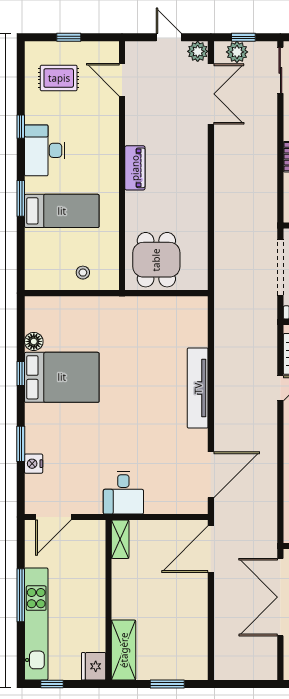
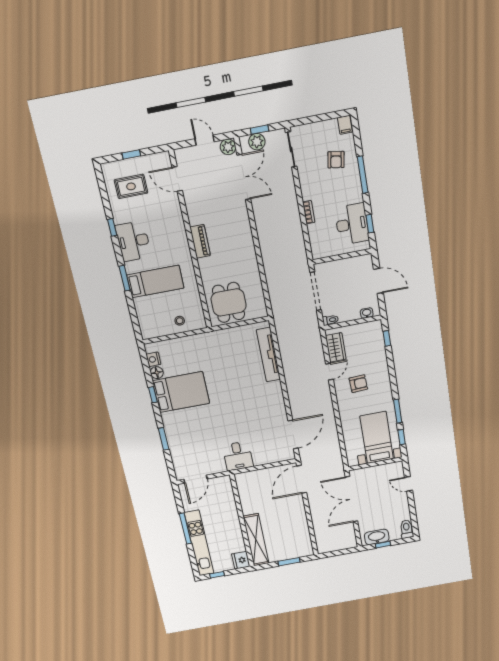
tv unit: (198, 388) -> (268, 355), moved
nightstand: (34, 464) -> (153, 359), moved
shelving: (120, 539) -> (242, 484), removed
shelving: (124, 650) -> (256, 540), width x1.47

